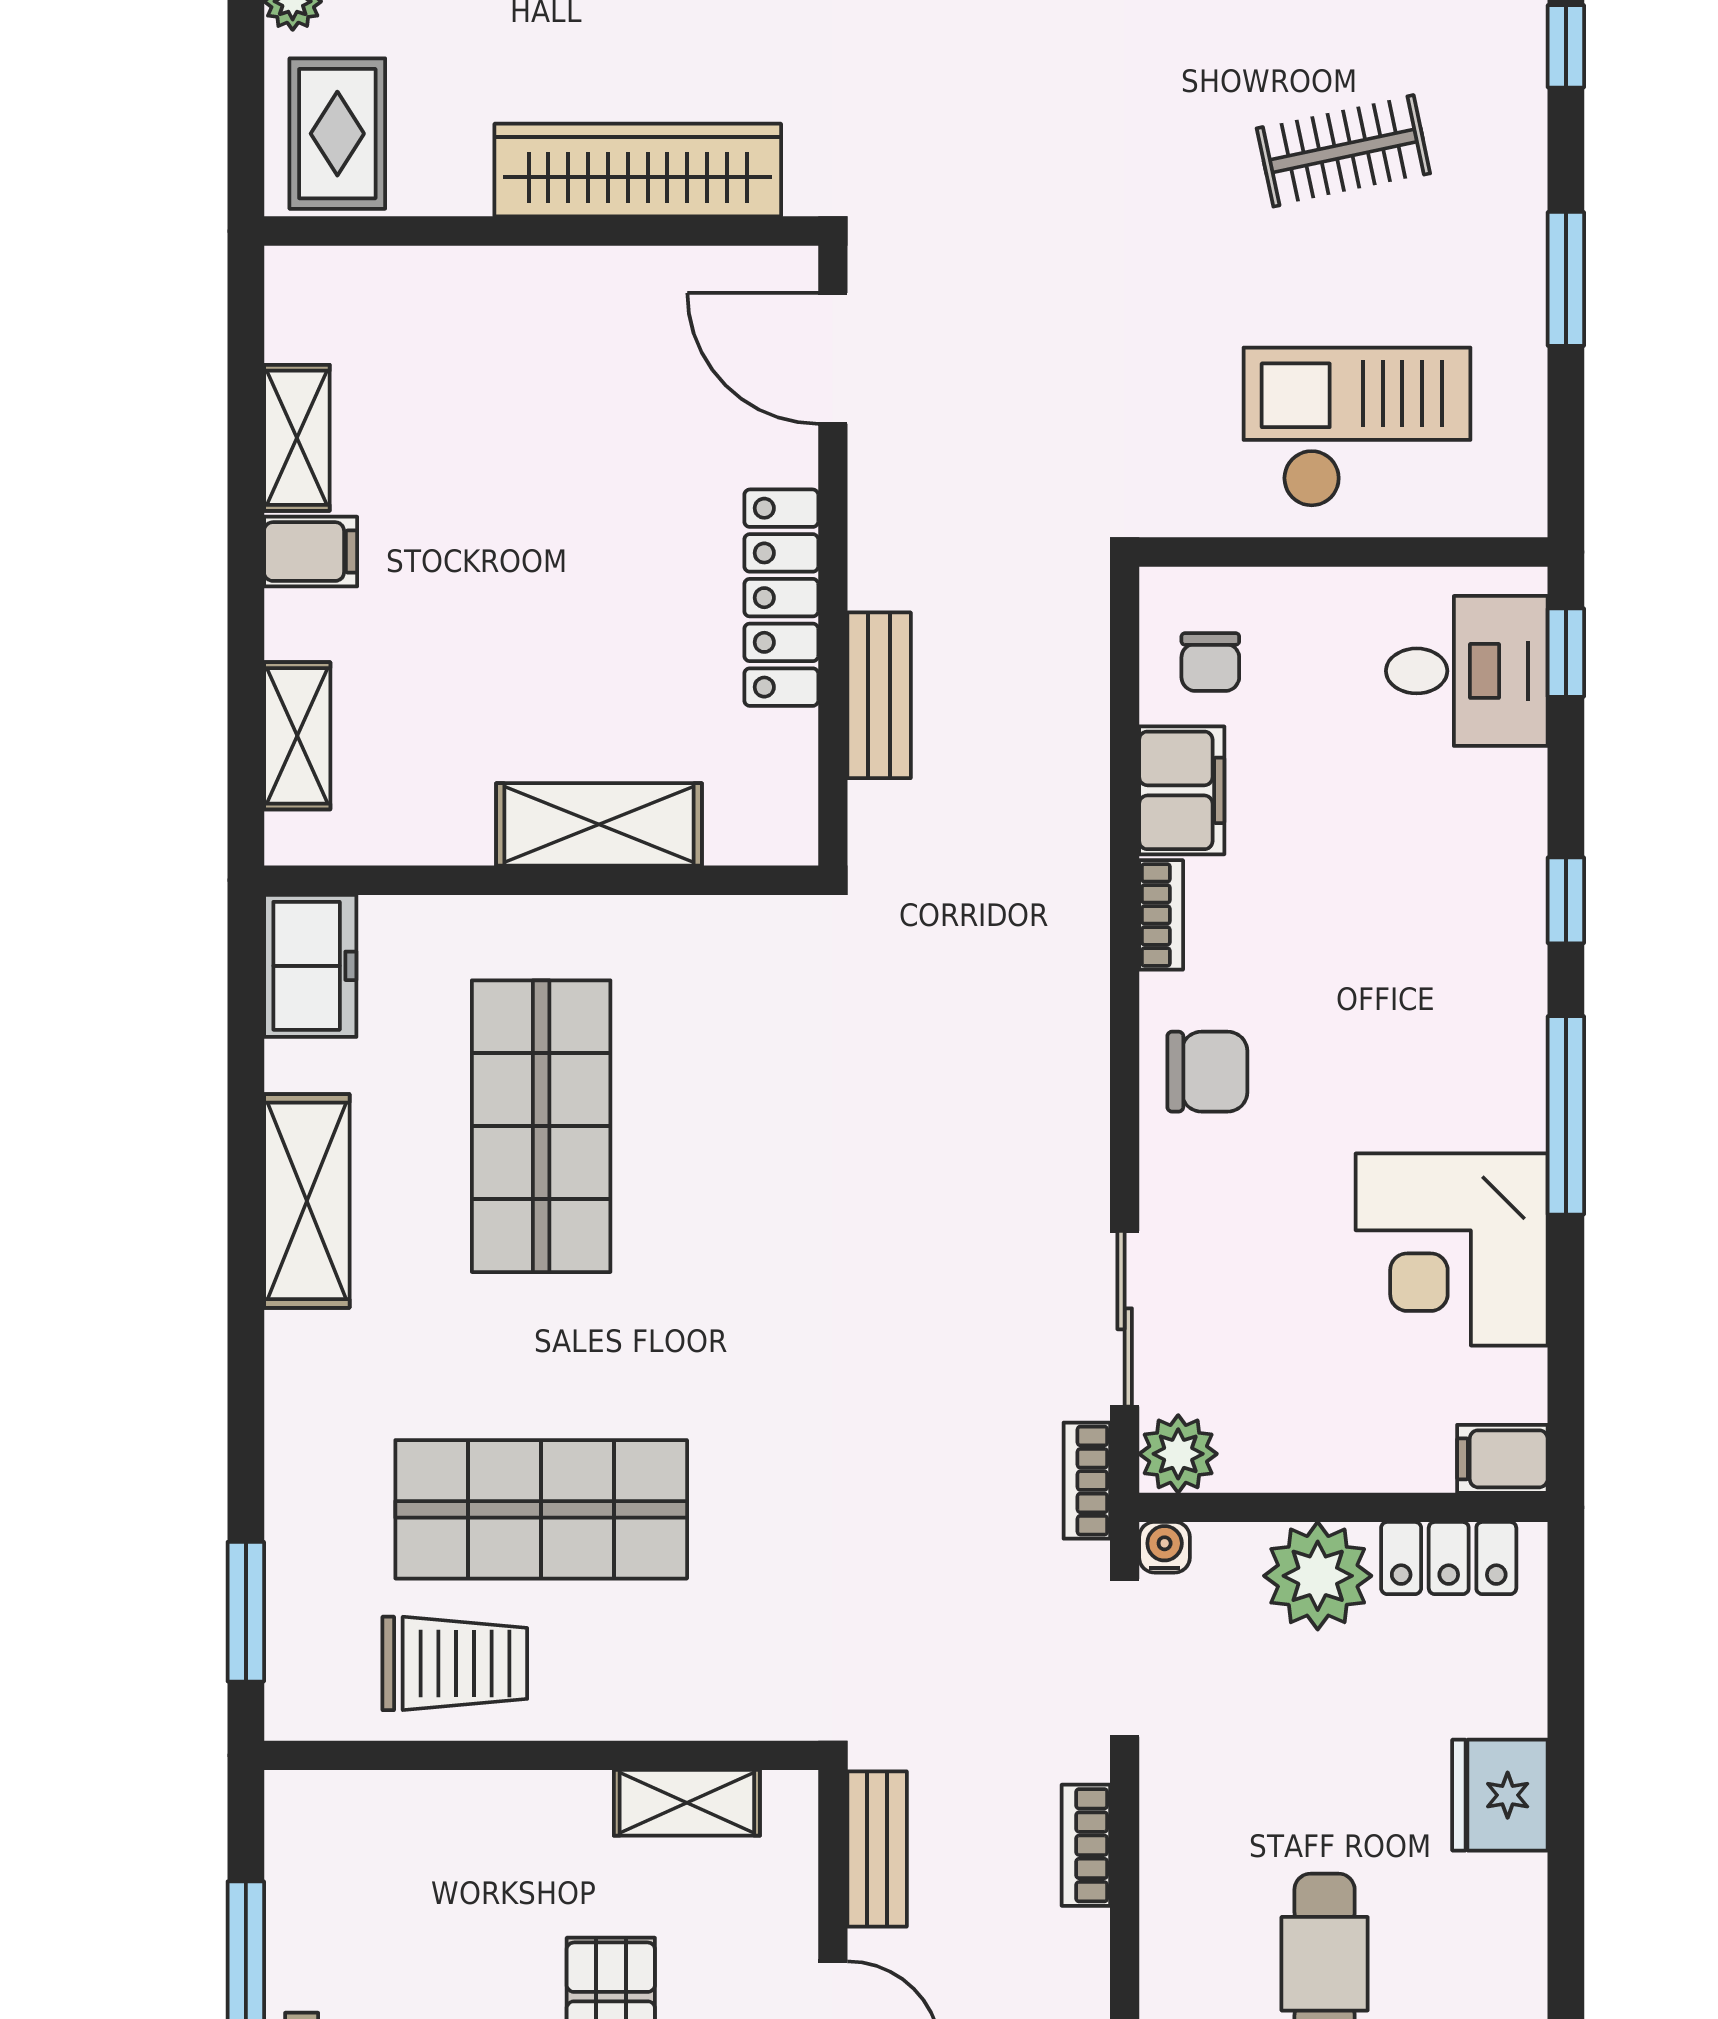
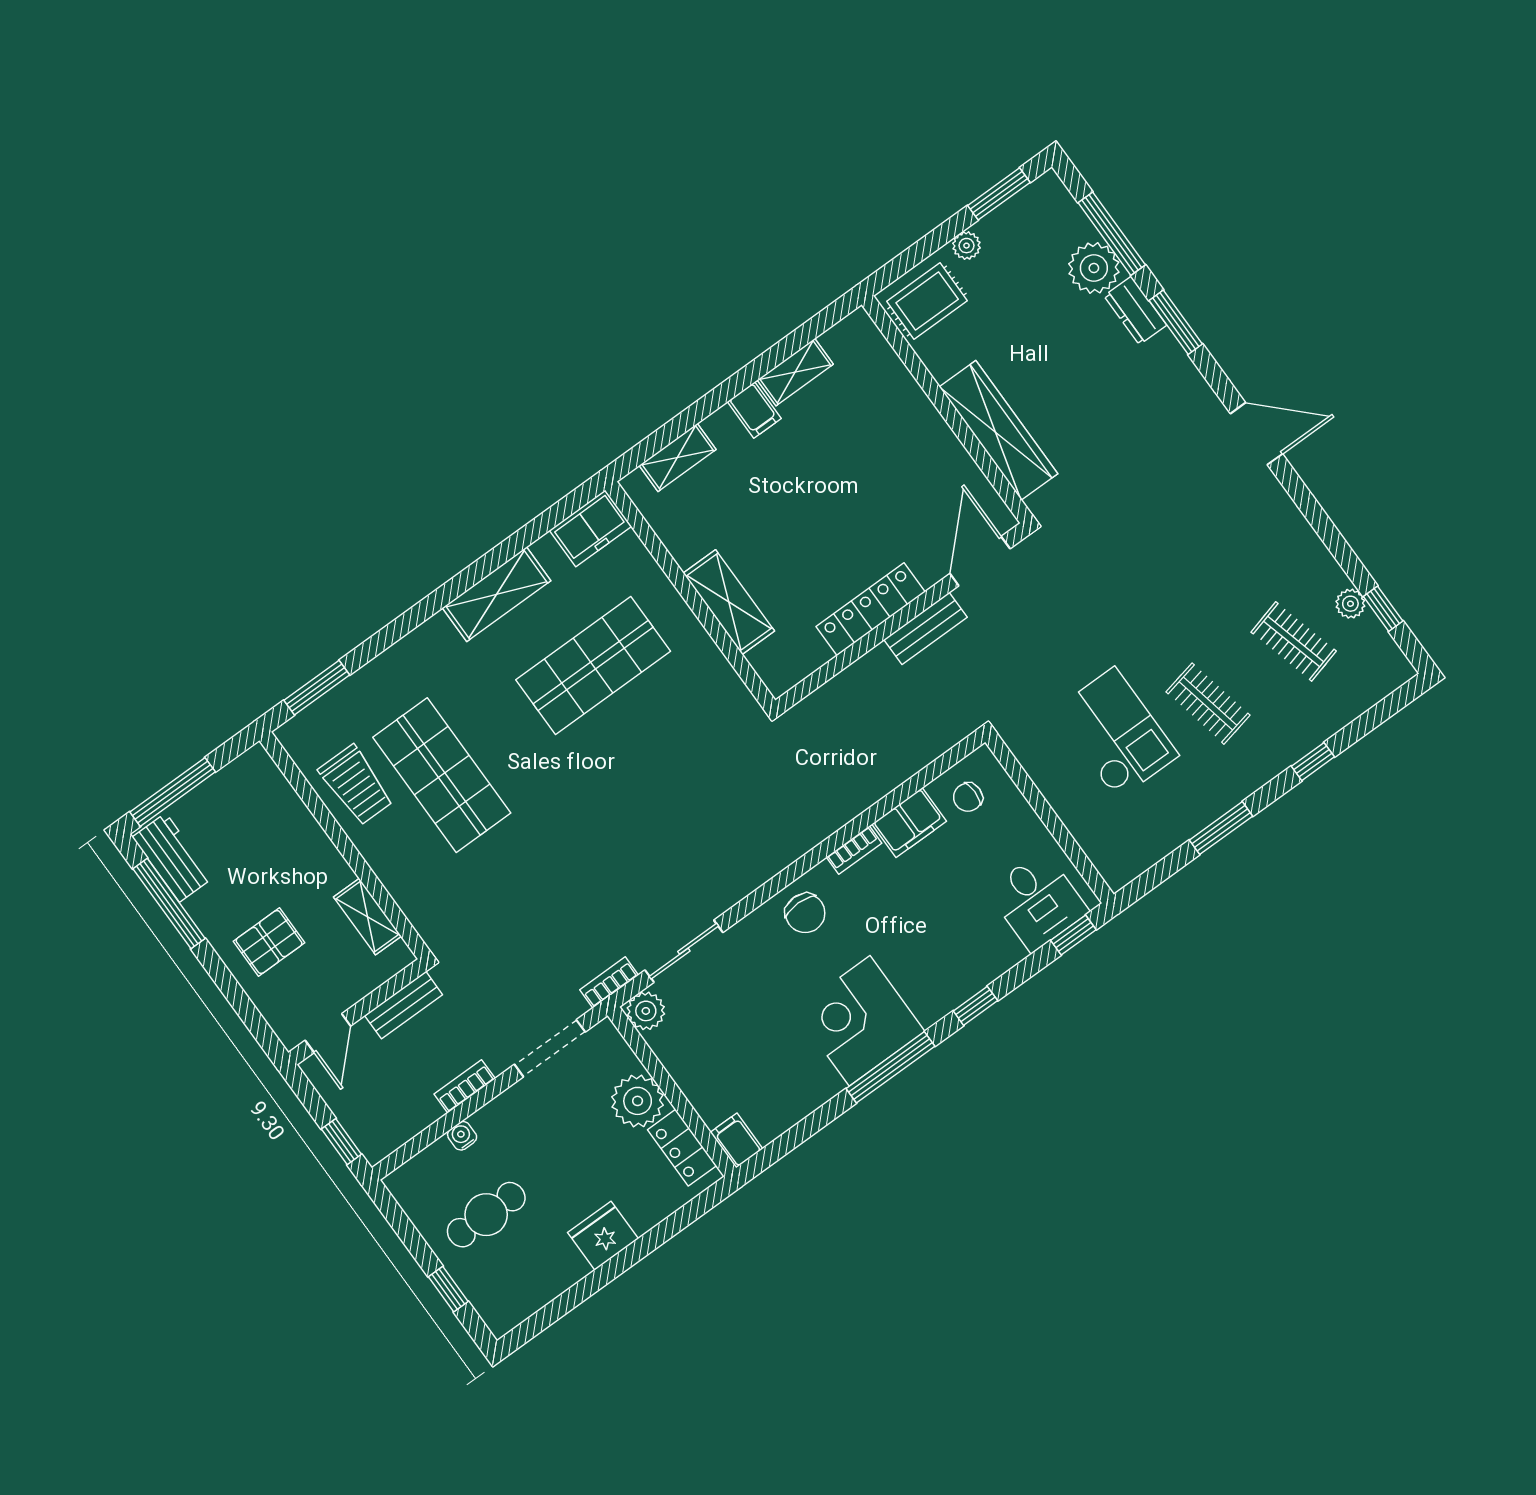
checkout: (1357, 427) -> (1116, 733), moved
bench: (879, 695) -> (925, 628), moved
corner desk: (1452, 1250) -> (860, 1021), moved
water cooler: (1165, 1547) -> (462, 1136), moved, turned -90

